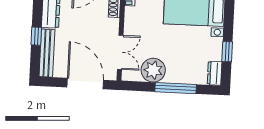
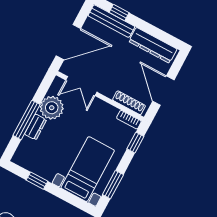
window: (36, 36) -> (119, 13), moved
dresser: (215, 73) -> (36, 127), moved, turned 90

